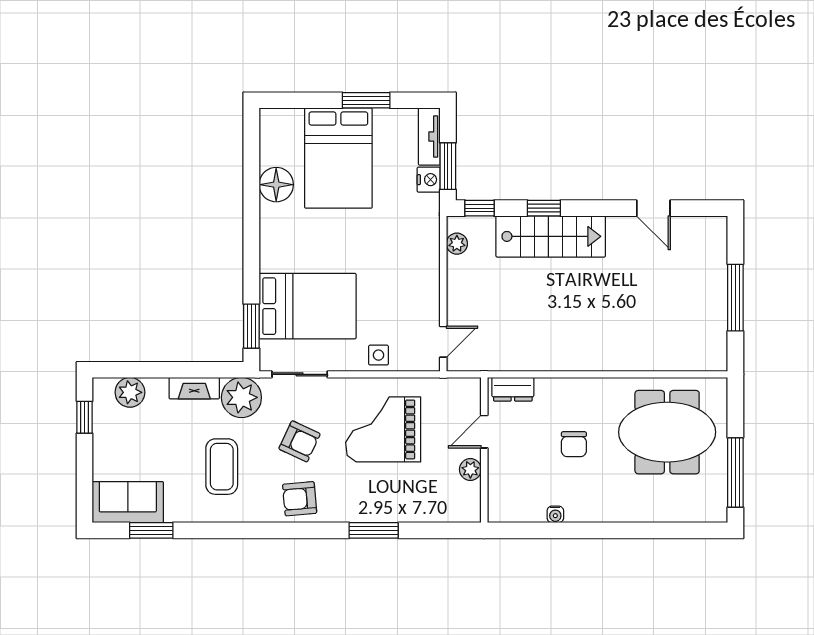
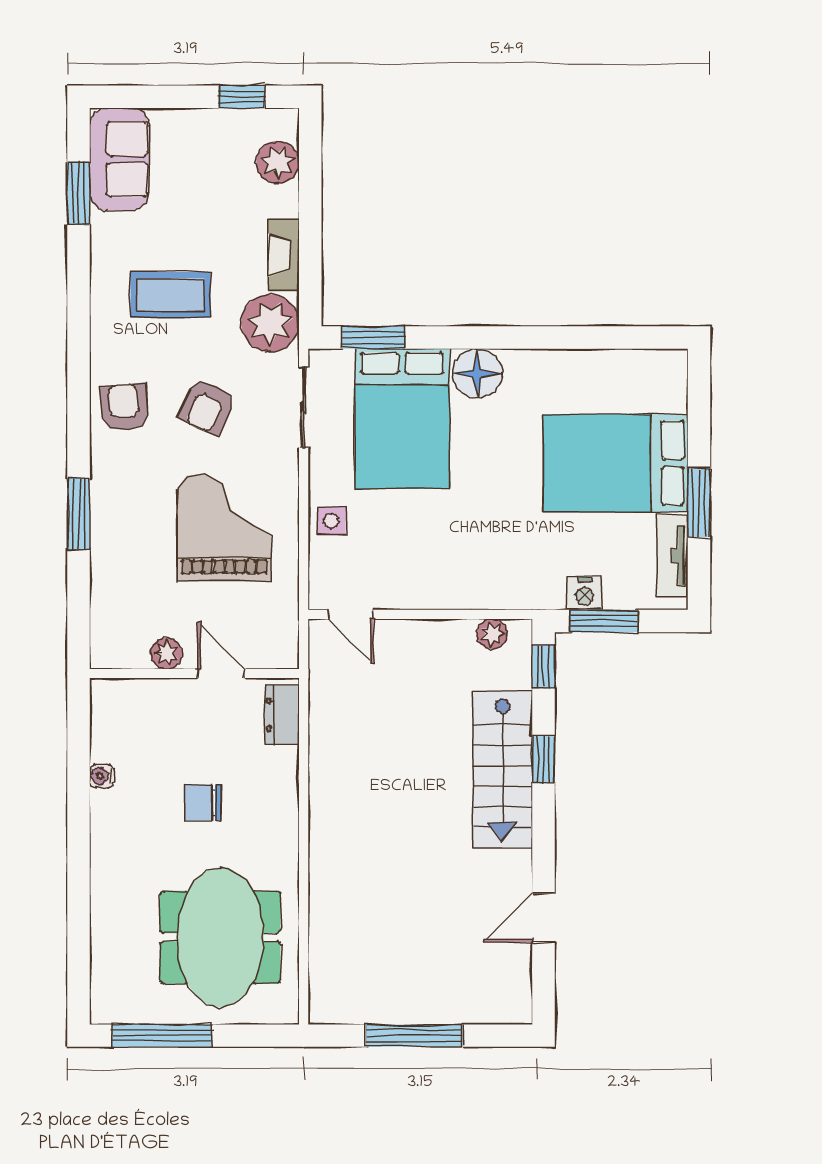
tv unit: (429, 137) -> (672, 556), moved, turned -90
floor lamp: (276, 185) -> (477, 373), moved

